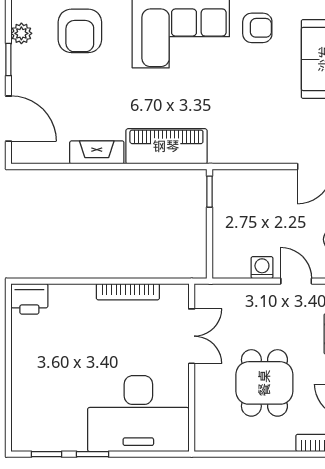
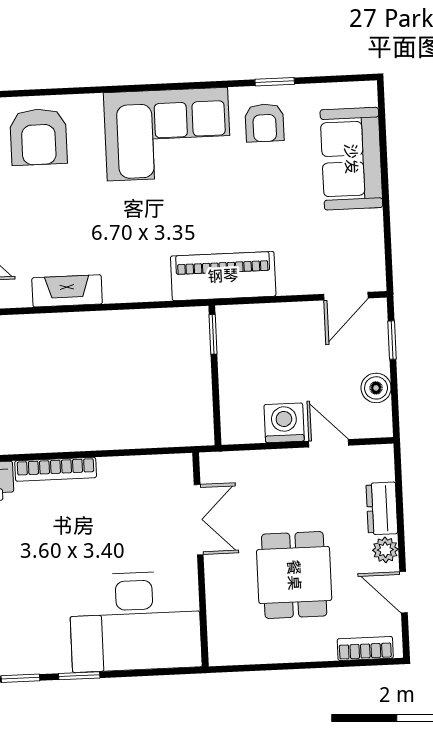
armchair: (257, 28) -> (265, 123), turned 90
piano: (166, 146) -> (223, 276), moved
washing machine: (262, 268) -> (284, 423), width x1.38, depth x1.38
bookcase: (128, 292) -> (56, 469), moved

